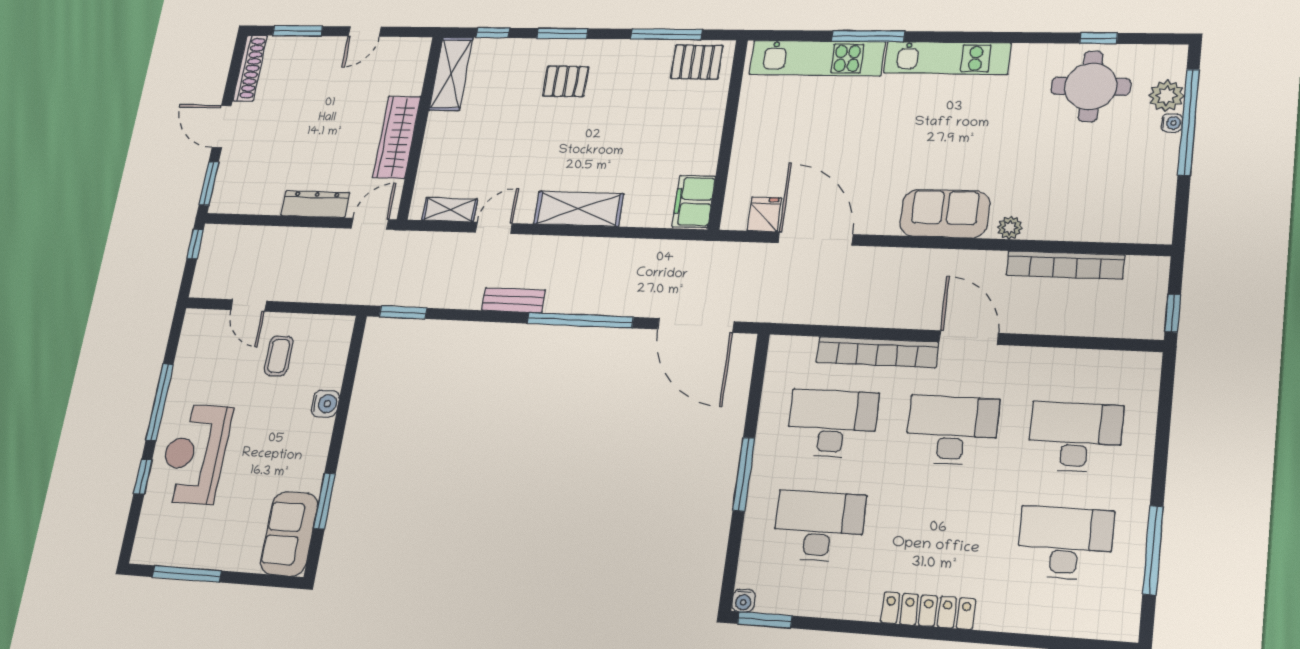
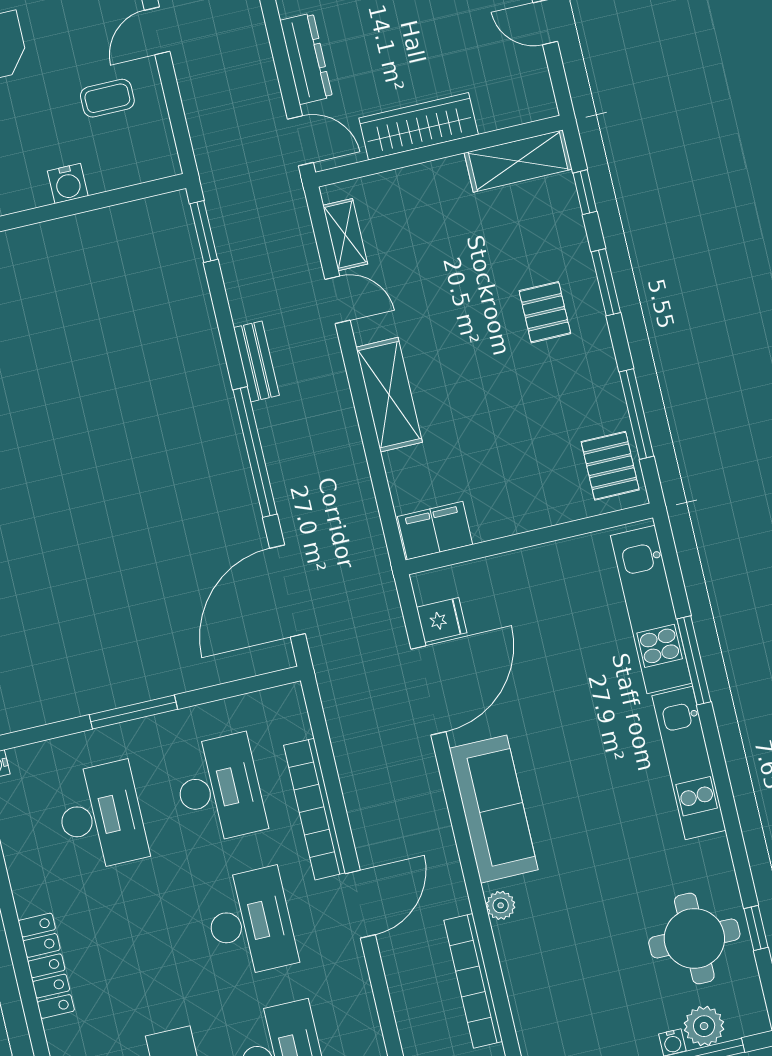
sofa: (945, 214) -> (494, 809), width x1.36

